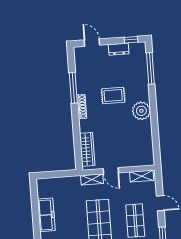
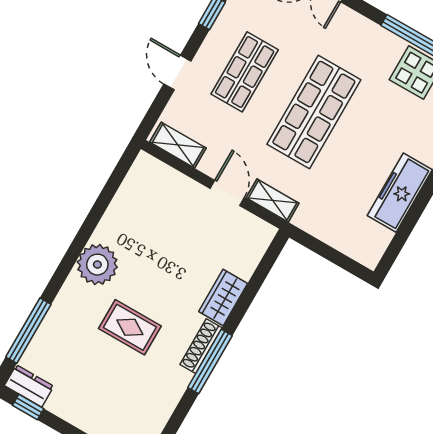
dresser: (119, 49) -> (29, 386), moved
window: (73, 88) -> (210, 361), moved
wardrobe: (87, 149) -> (223, 297), moved, width x0.67

